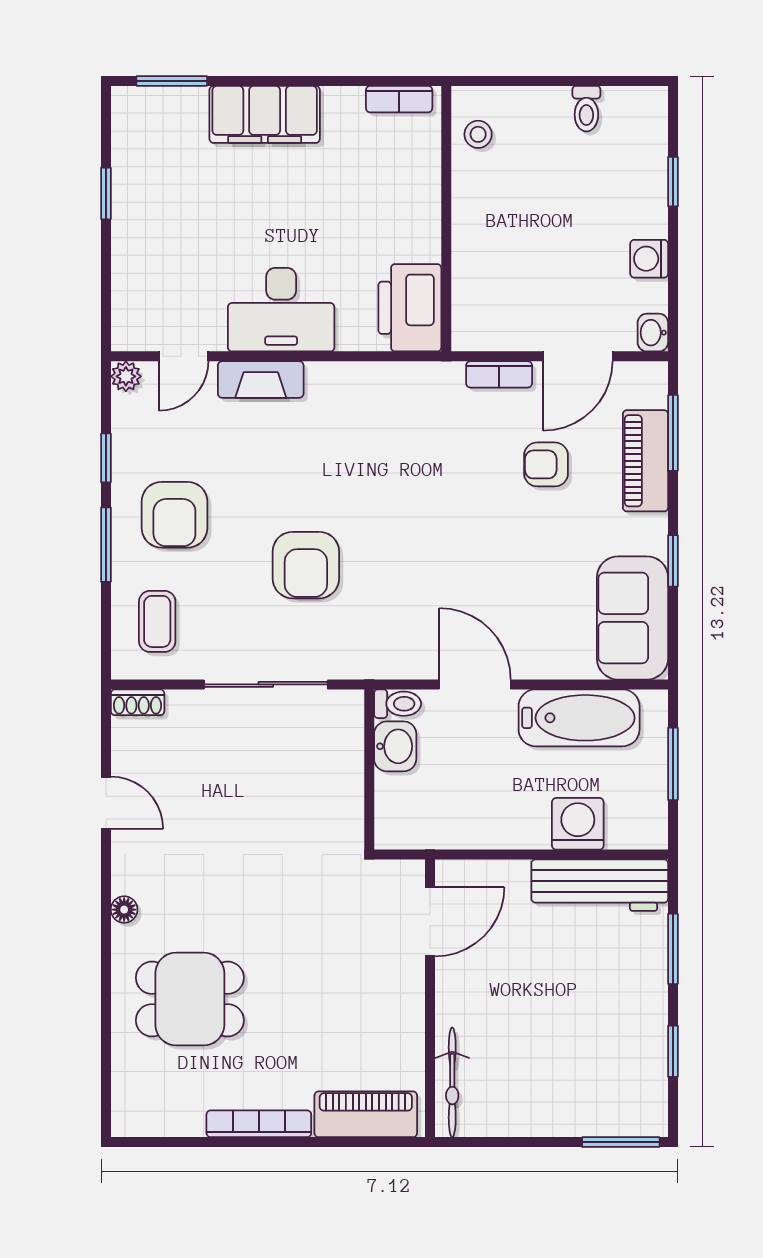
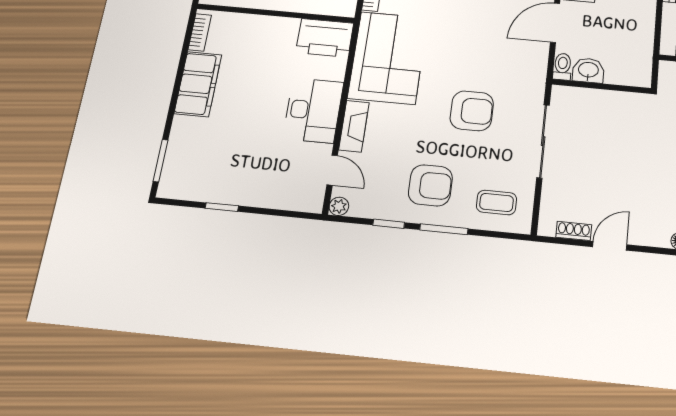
filing cabinet: (265, 114) -> (198, 84), moved
corner sofa: (385, 417) -> (388, 58), added
shoe rack: (138, 702) -> (574, 231), moved, turned -90

